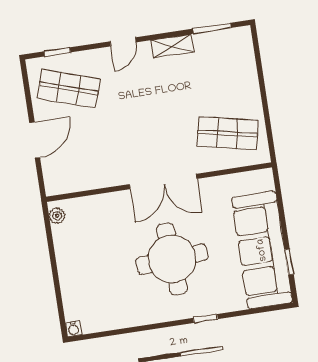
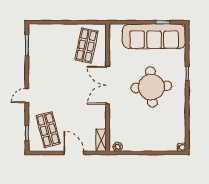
door: (123, 42) -> (27, 96), swing flipped
shelving: (172, 46) -> (101, 140), moved
shop shelf: (69, 88) -> (48, 130), turned -33
double door: (163, 181) -> (108, 85), swing flipped

